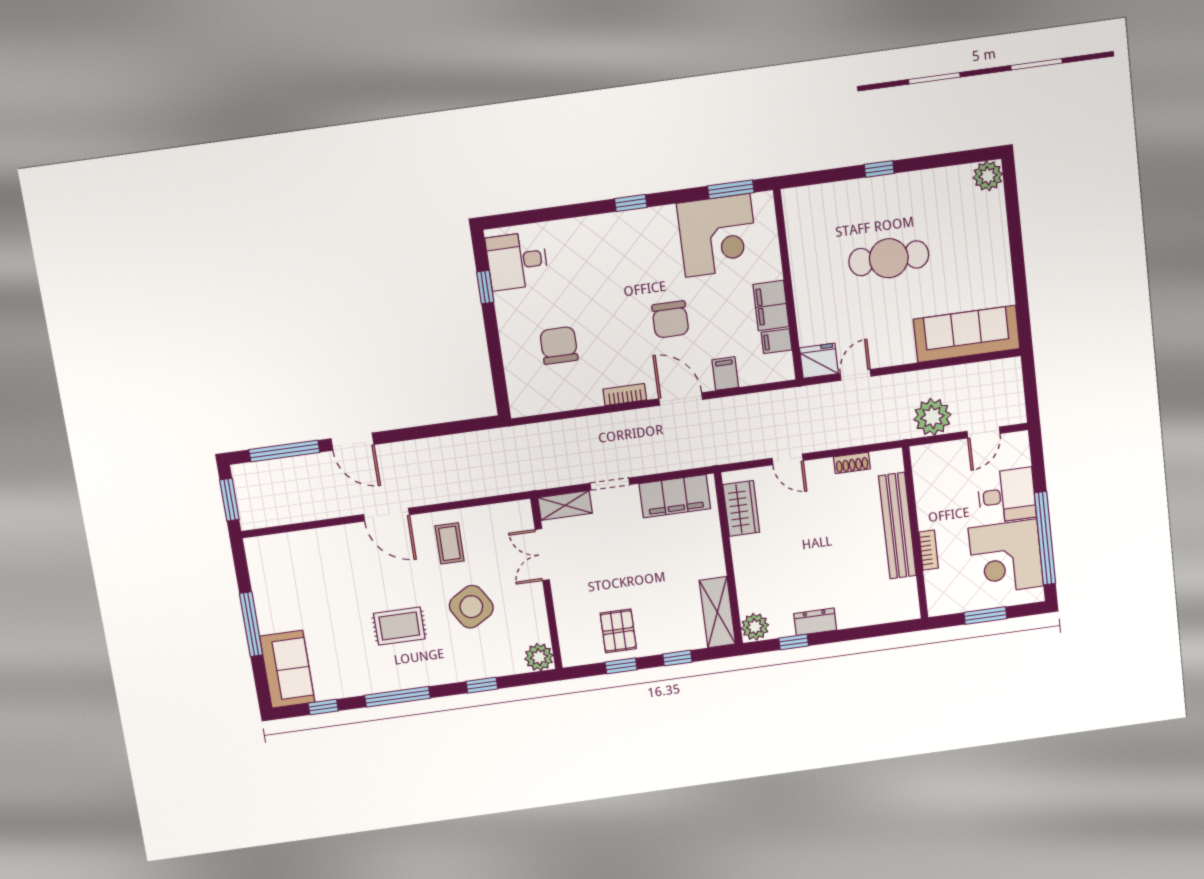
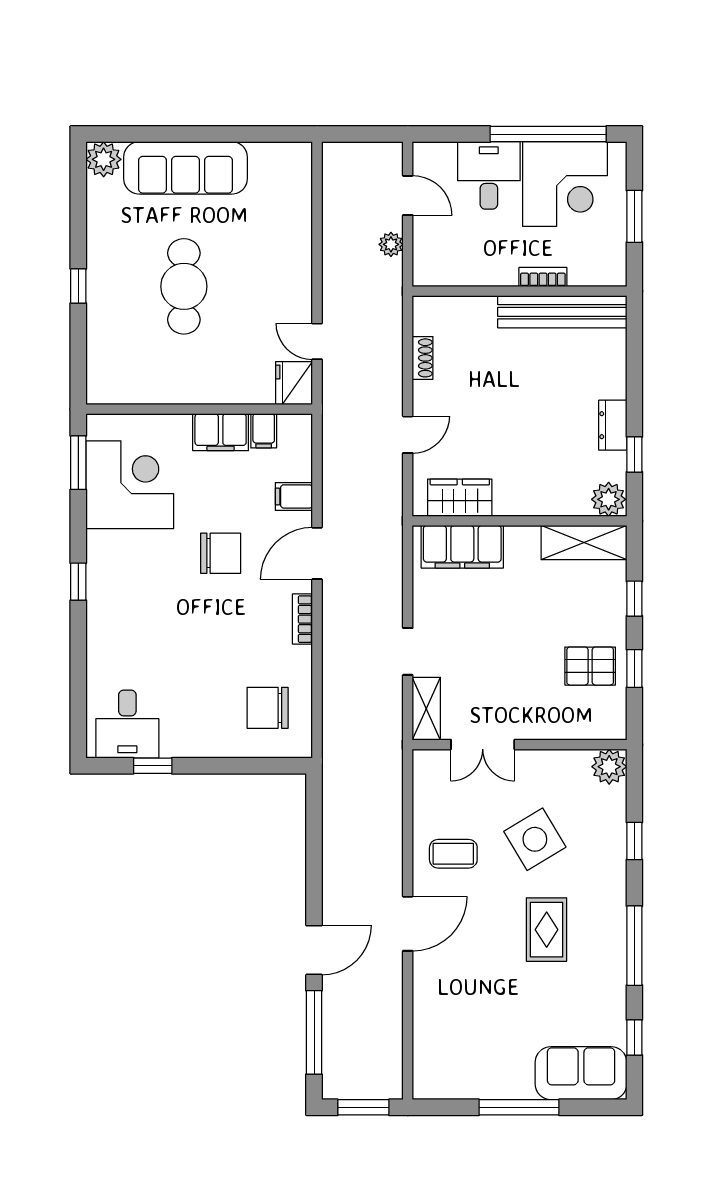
sofa: (967, 334) -> (186, 168), moved, turned -90
chair: (559, 345) -> (268, 708), moved
plant: (932, 417) -> (391, 244), width x0.53, depth x0.53
filing cabinet: (675, 496) -> (462, 547), moved, turned 90
bench: (897, 526) -> (562, 312), moved

